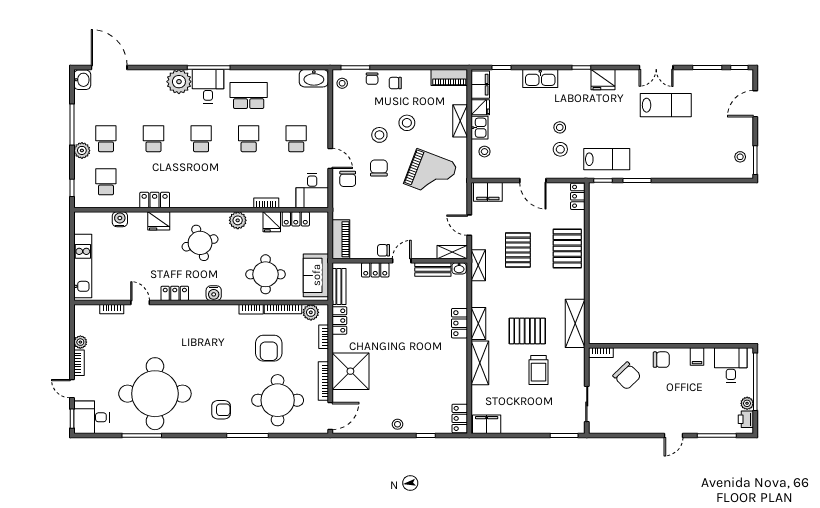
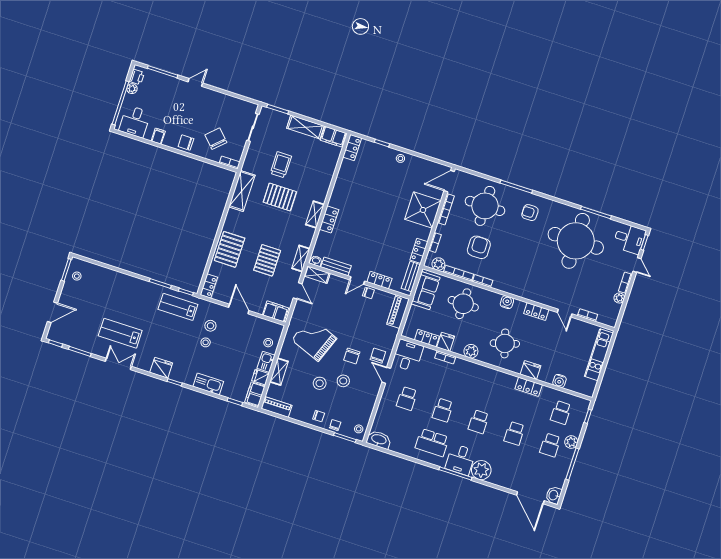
shelving: (480, 363) -> (305, 127), moved, turned 90

